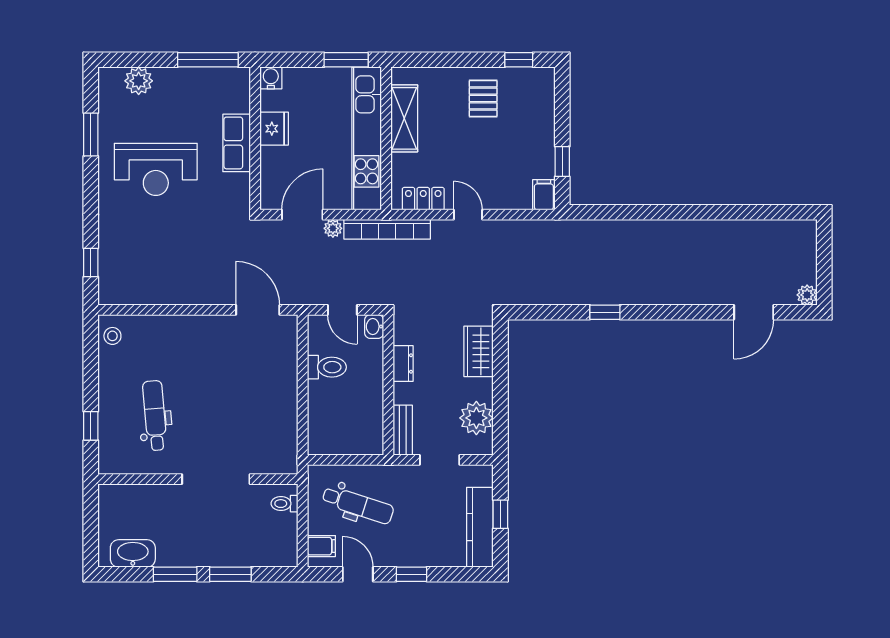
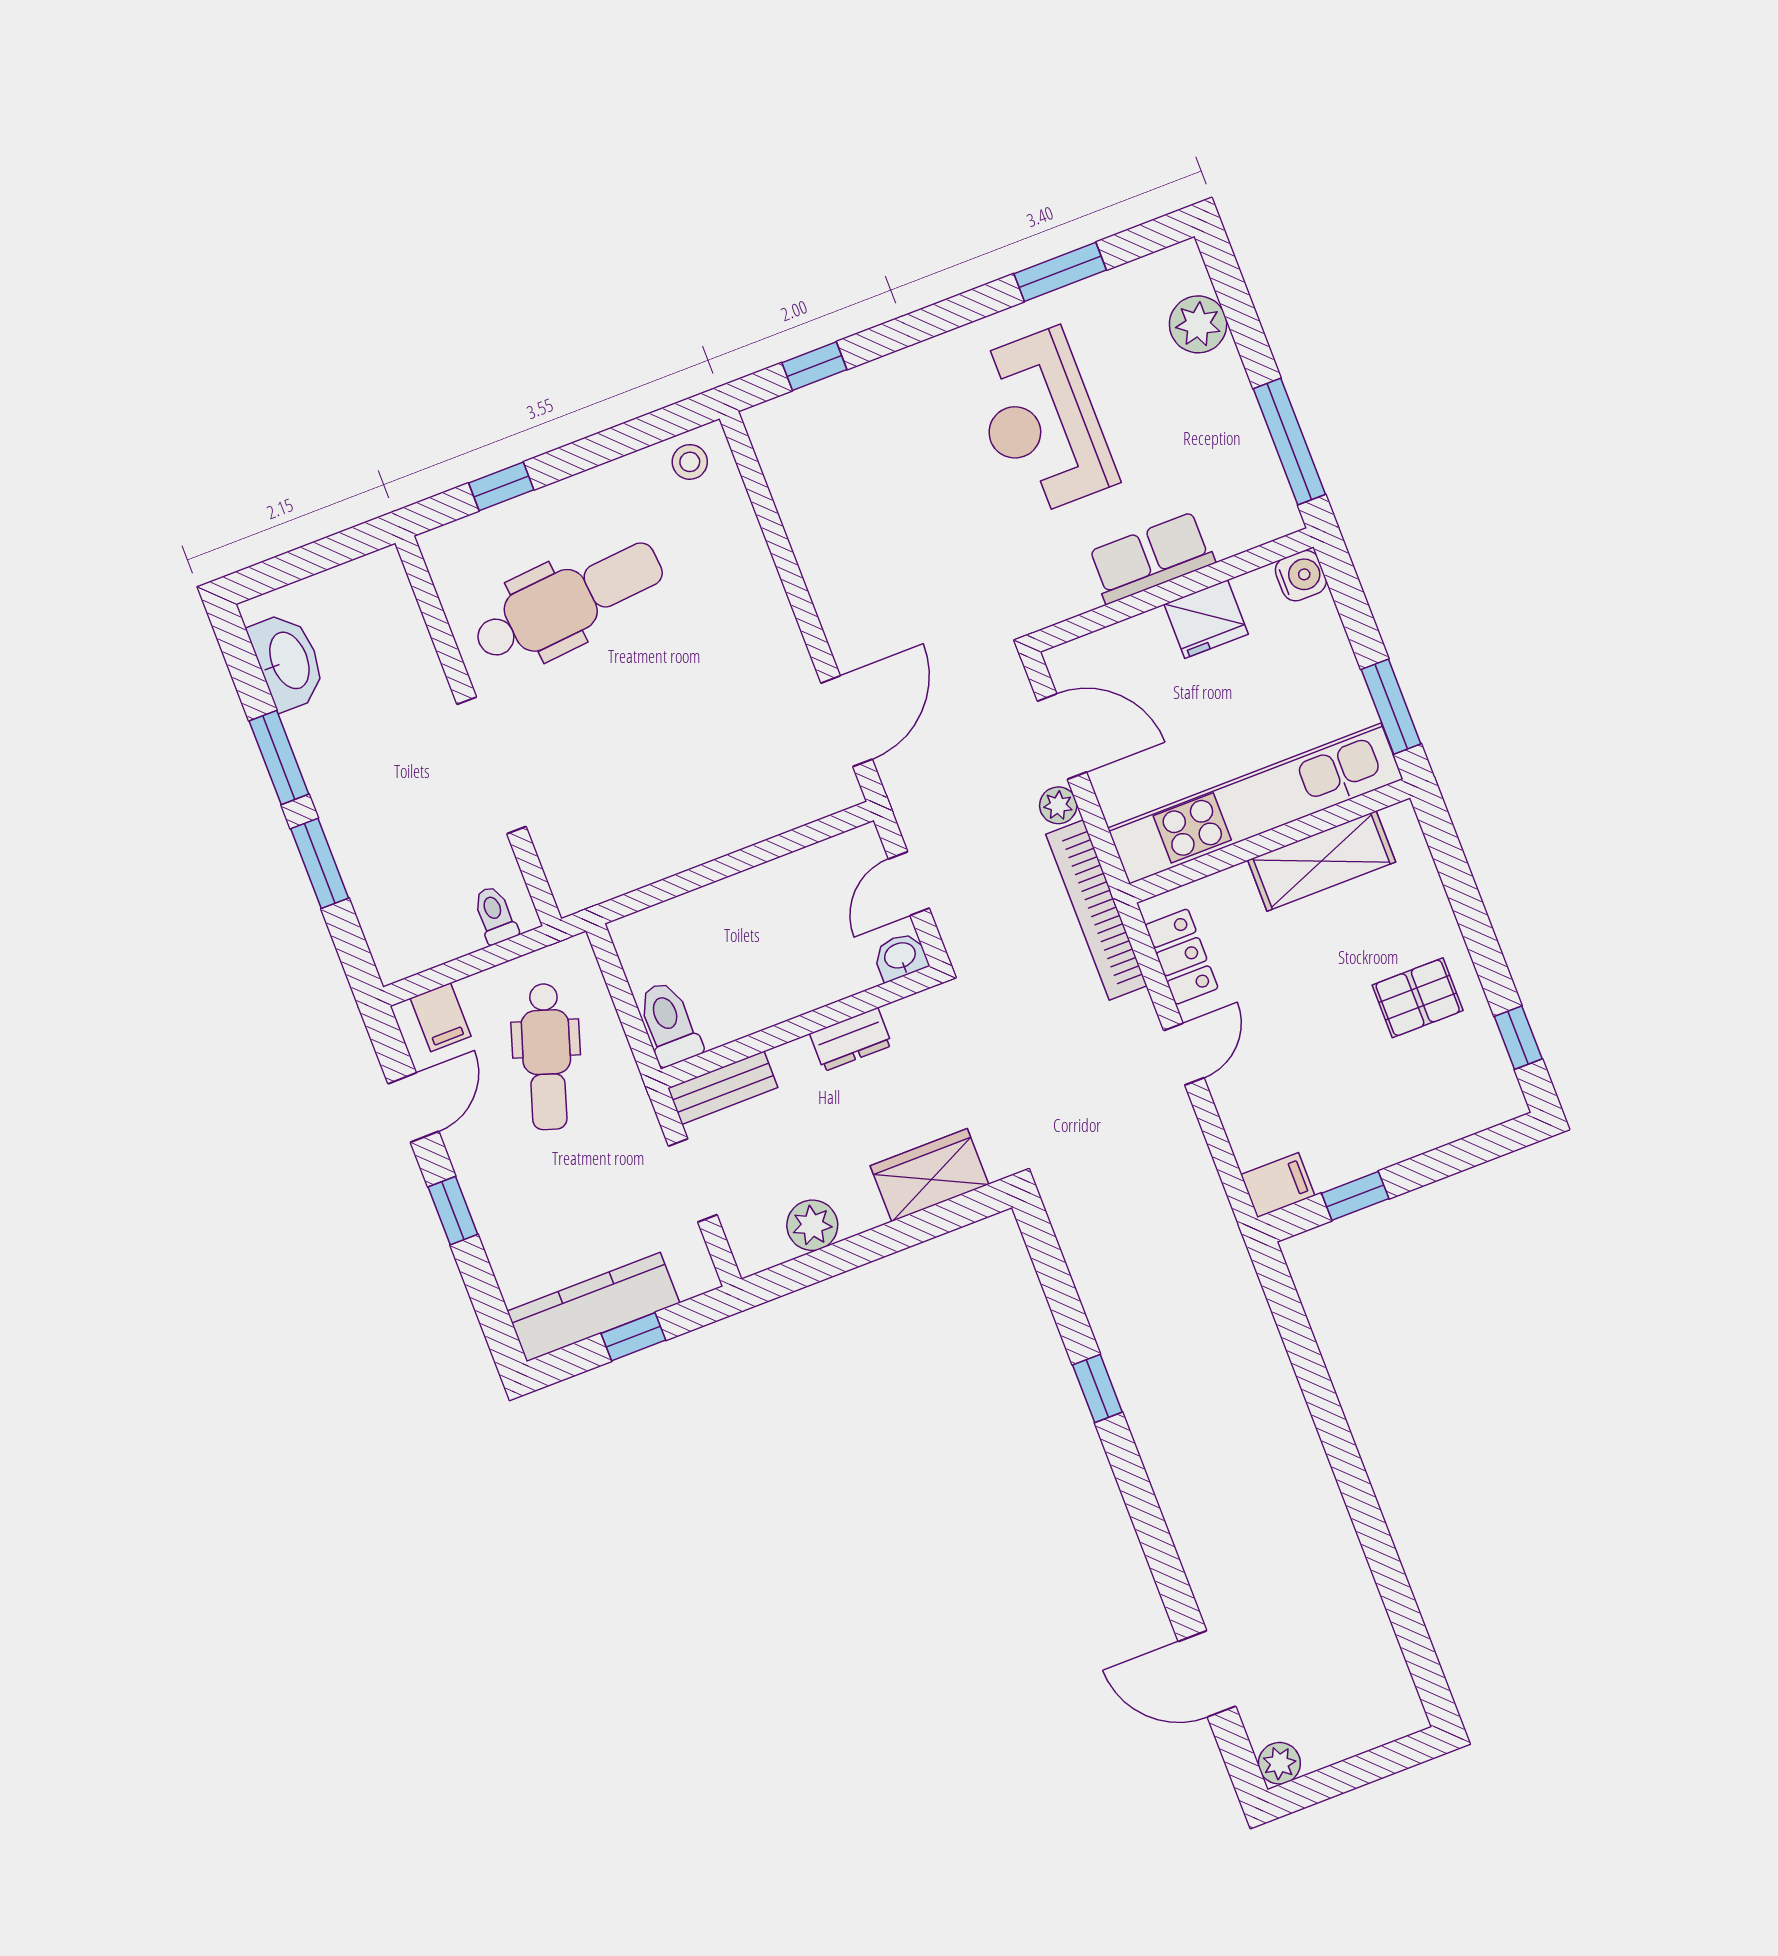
toilet: (327, 367) -> (669, 1024), moved, turned 180
dental chair: (155, 416) -> (568, 602), width x1.36, depth x1.38
plant: (476, 418) -> (812, 1225), width x0.73, depth x0.73

